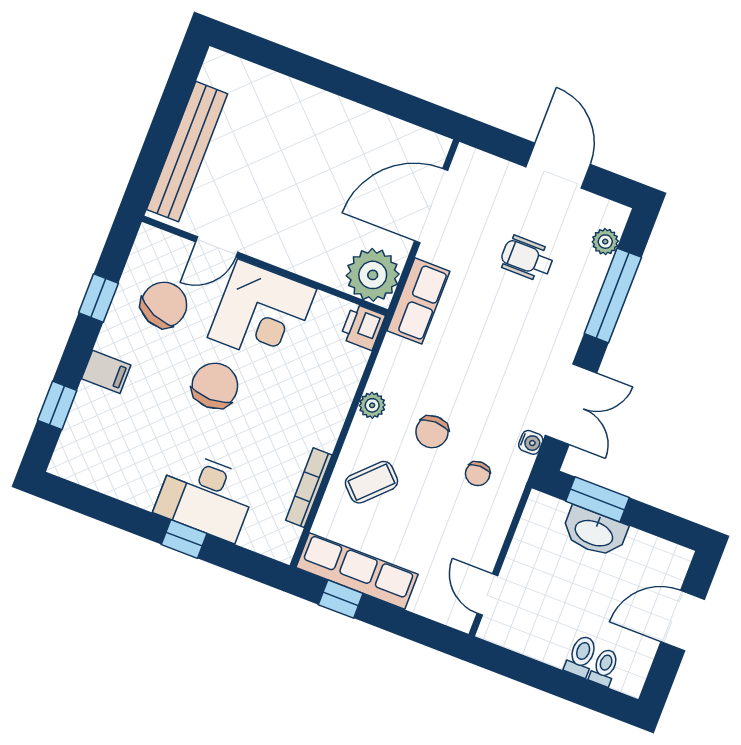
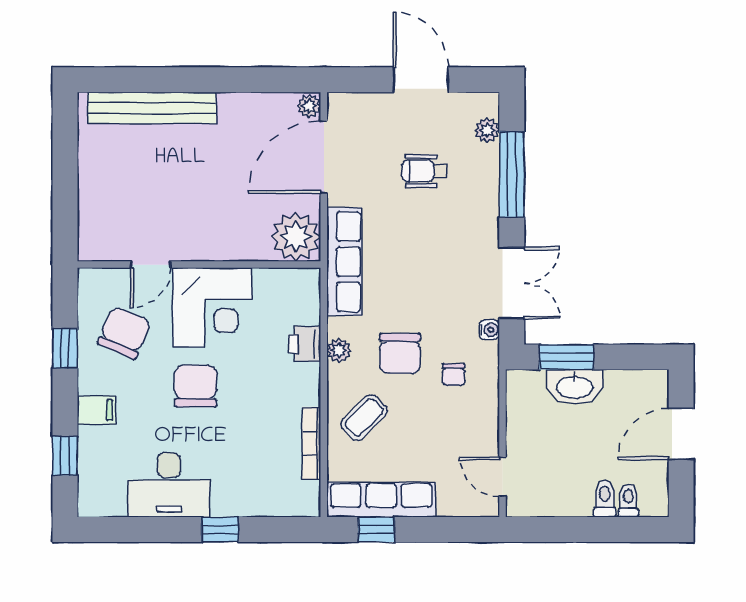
plant: (436, 149) -> (309, 106), added
bench: (187, 152) -> (152, 108), moved, turned 90
row of seats: (418, 301) -> (344, 262), width x1.48
printer: (363, 327) -> (305, 344), moved
chair: (432, 432) -> (400, 353), width x1.37, depth x1.37
desk: (206, 496) -> (169, 485), moved

